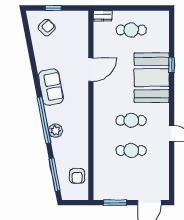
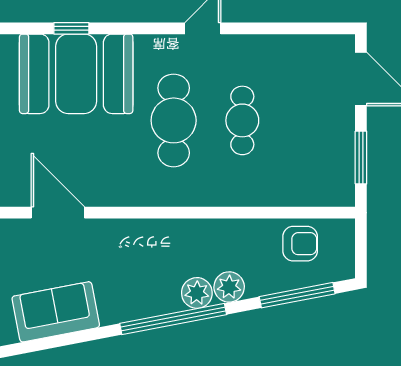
window: (172, 65) -> (71, 28), moved
sofa: (51, 87) -> (56, 312), moved
cafe table: (131, 120) -> (174, 120), width x1.37, depth x1.35
plant: (58, 145) -> (229, 287), added

